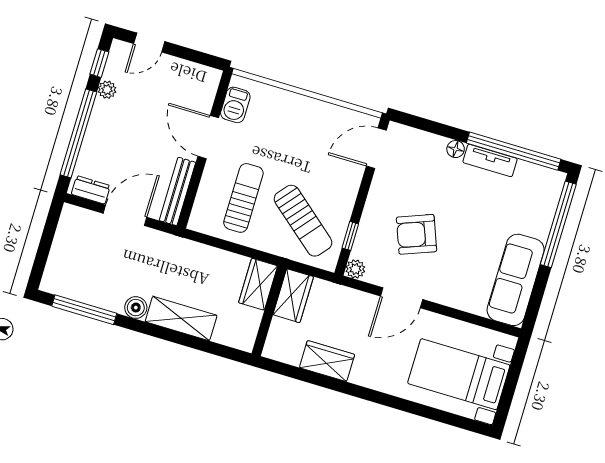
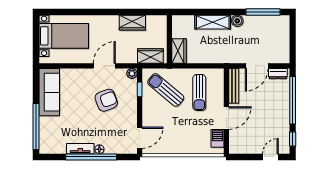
plant: (107, 90) -> (285, 127), removed
door: (208, 137) -> (226, 118), hinge flipped
window: (514, 151) -> (91, 157), moved
wardrobe: (293, 296) -> (150, 56), moved, turned 90

